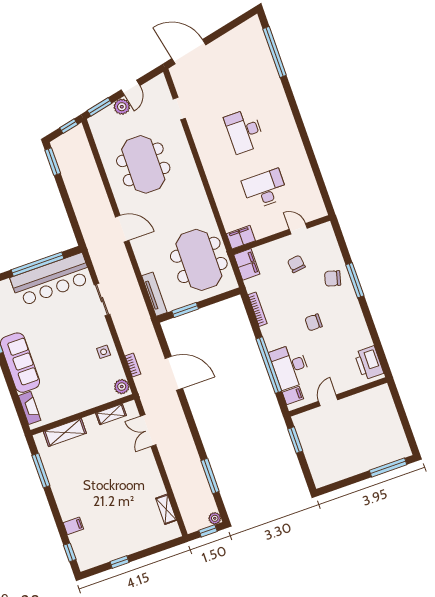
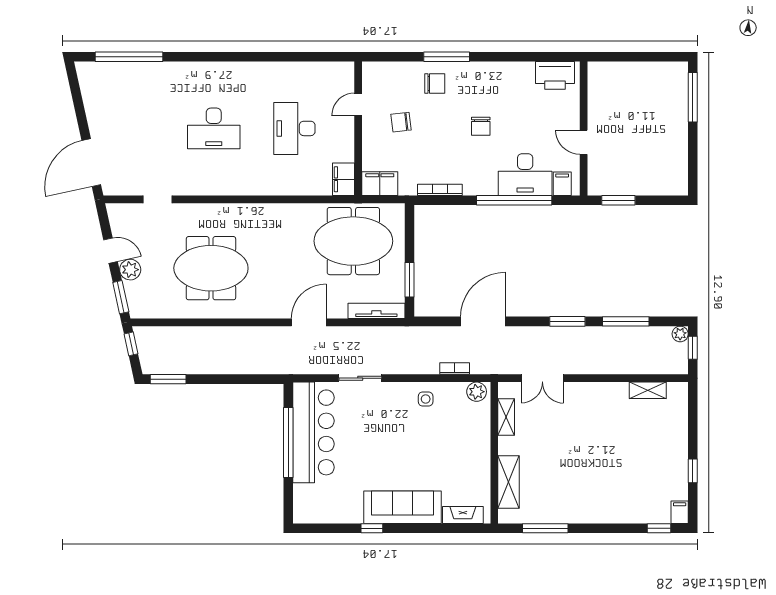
door: (122, 229) -> (309, 322), moved
chair: (333, 278) -> (435, 84), turned -105
window: (195, 434) -> (567, 321), added
filing cabinet: (73, 526) -> (680, 512), moved

